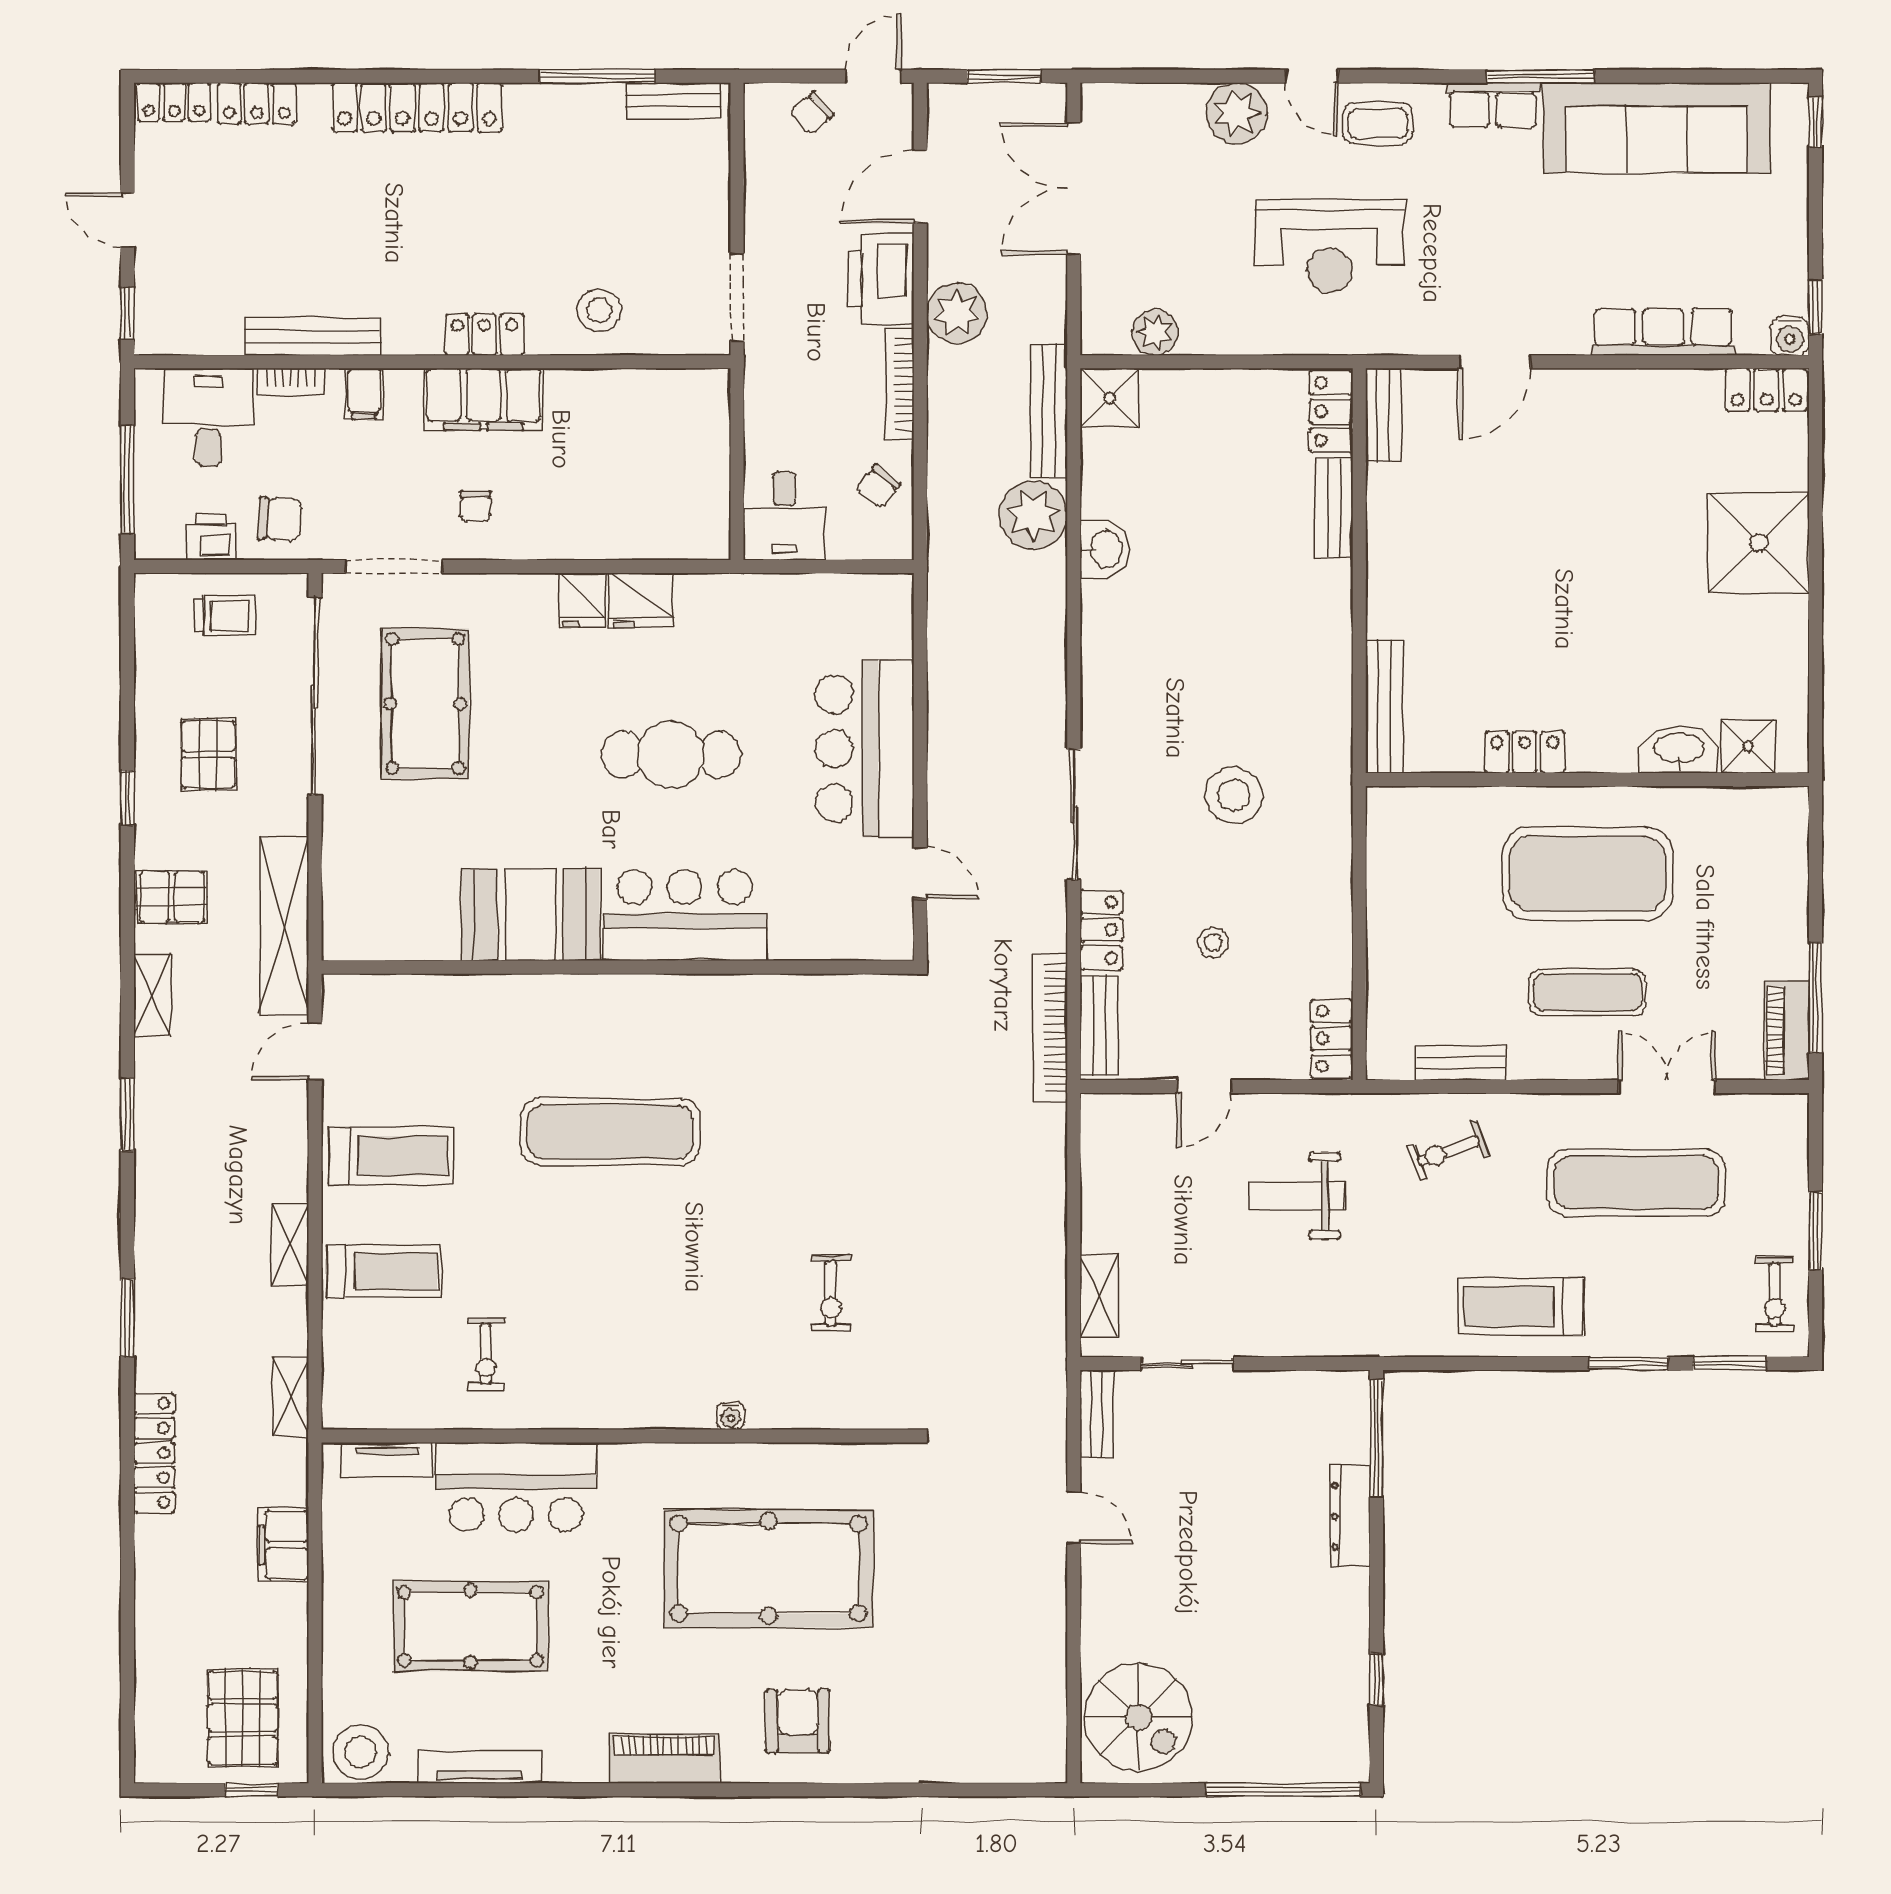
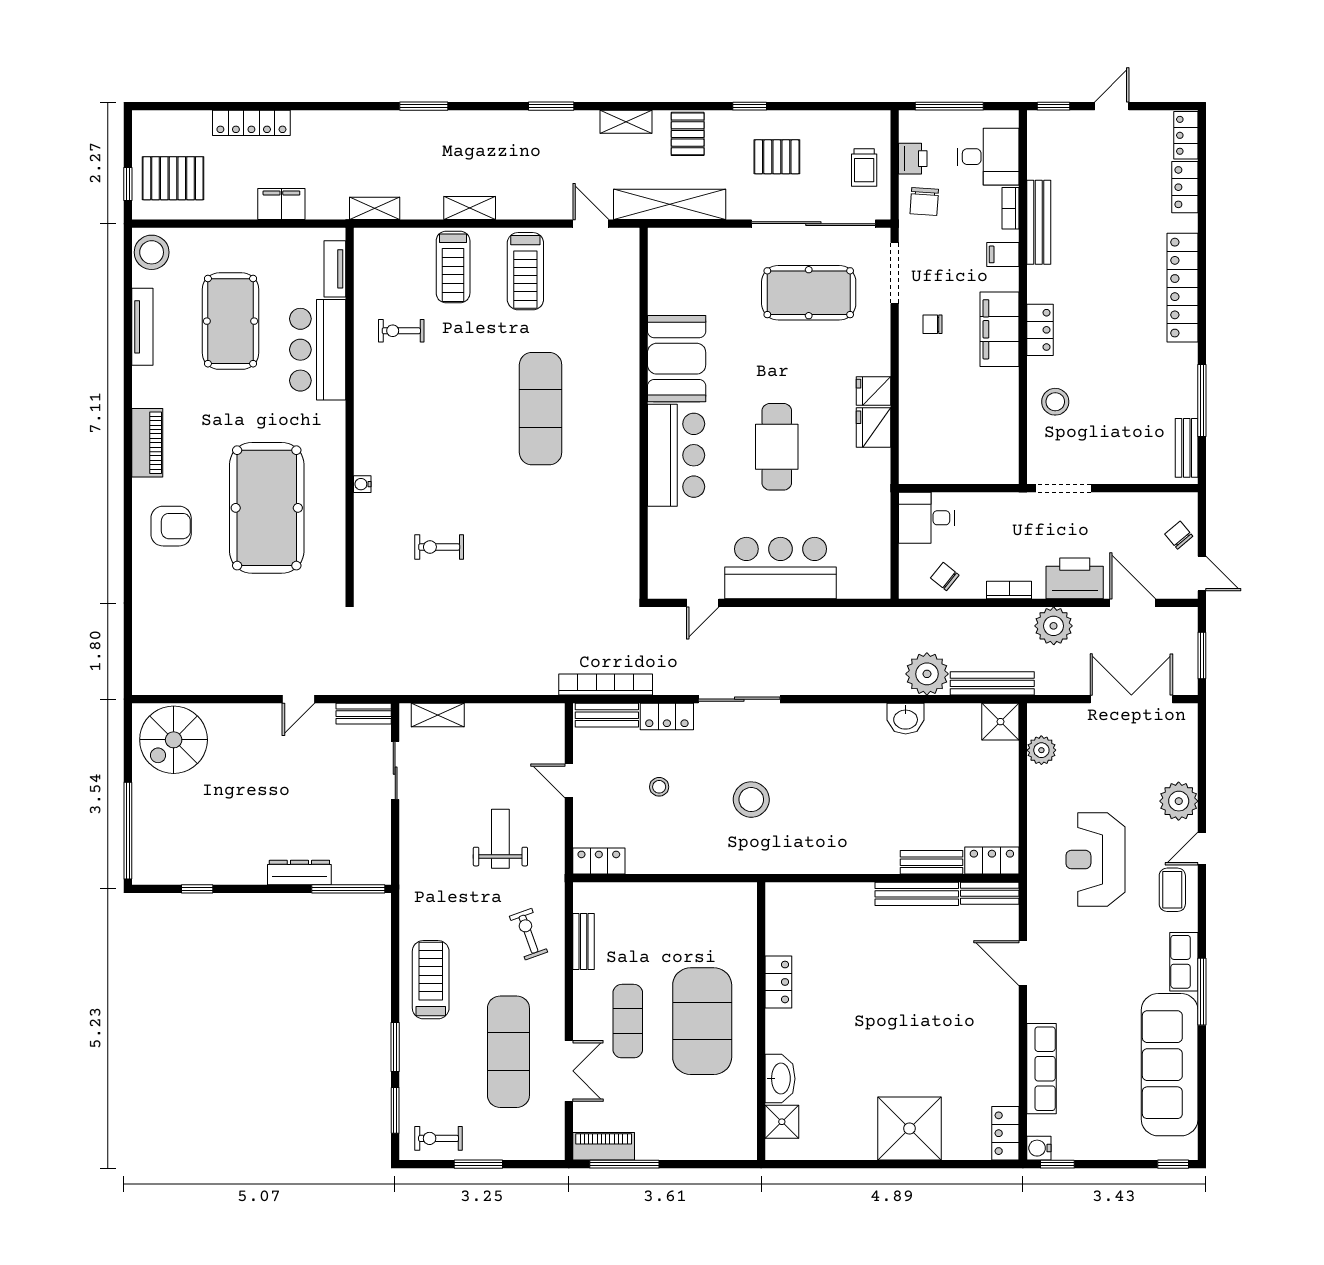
bookcase: (900, 384) -> (1009, 590), width x0.64
bench: (1384, 706) -> (917, 894), moved
locker: (154, 1453) -> (251, 123), moved

